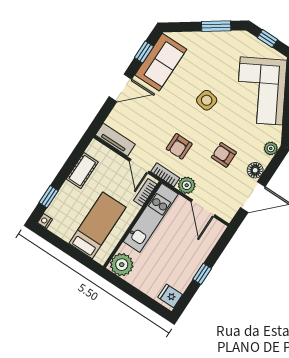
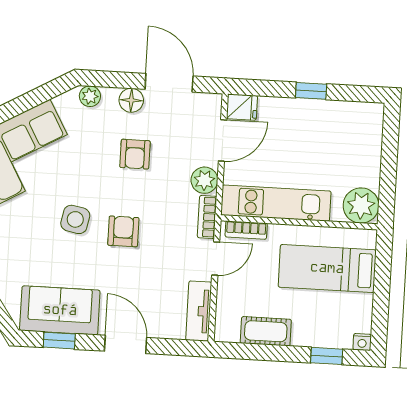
armchair: (179, 146) -> (123, 231), moved, turned -90
fridge: (170, 296) -> (242, 107), moved, turned -90

